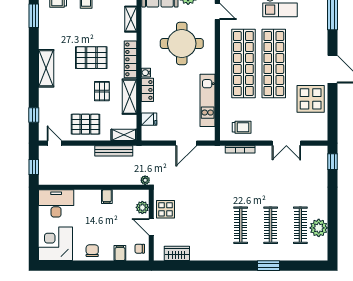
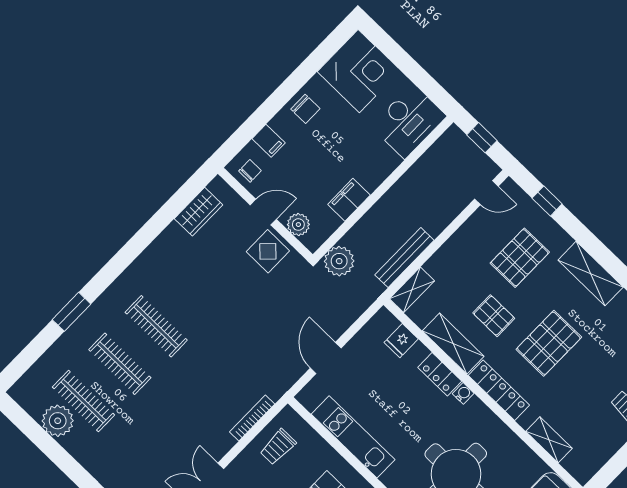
pallet: (85, 124) -> (520, 258), moved
plant: (145, 180) -> (339, 261), width x1.87, depth x1.87
filing cabinet: (107, 197) -> (349, 200), width x2.00

